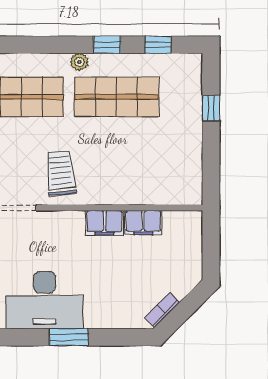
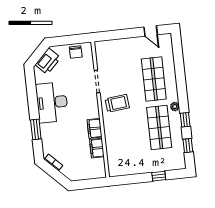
window: (69, 337) -> (36, 129), moved

